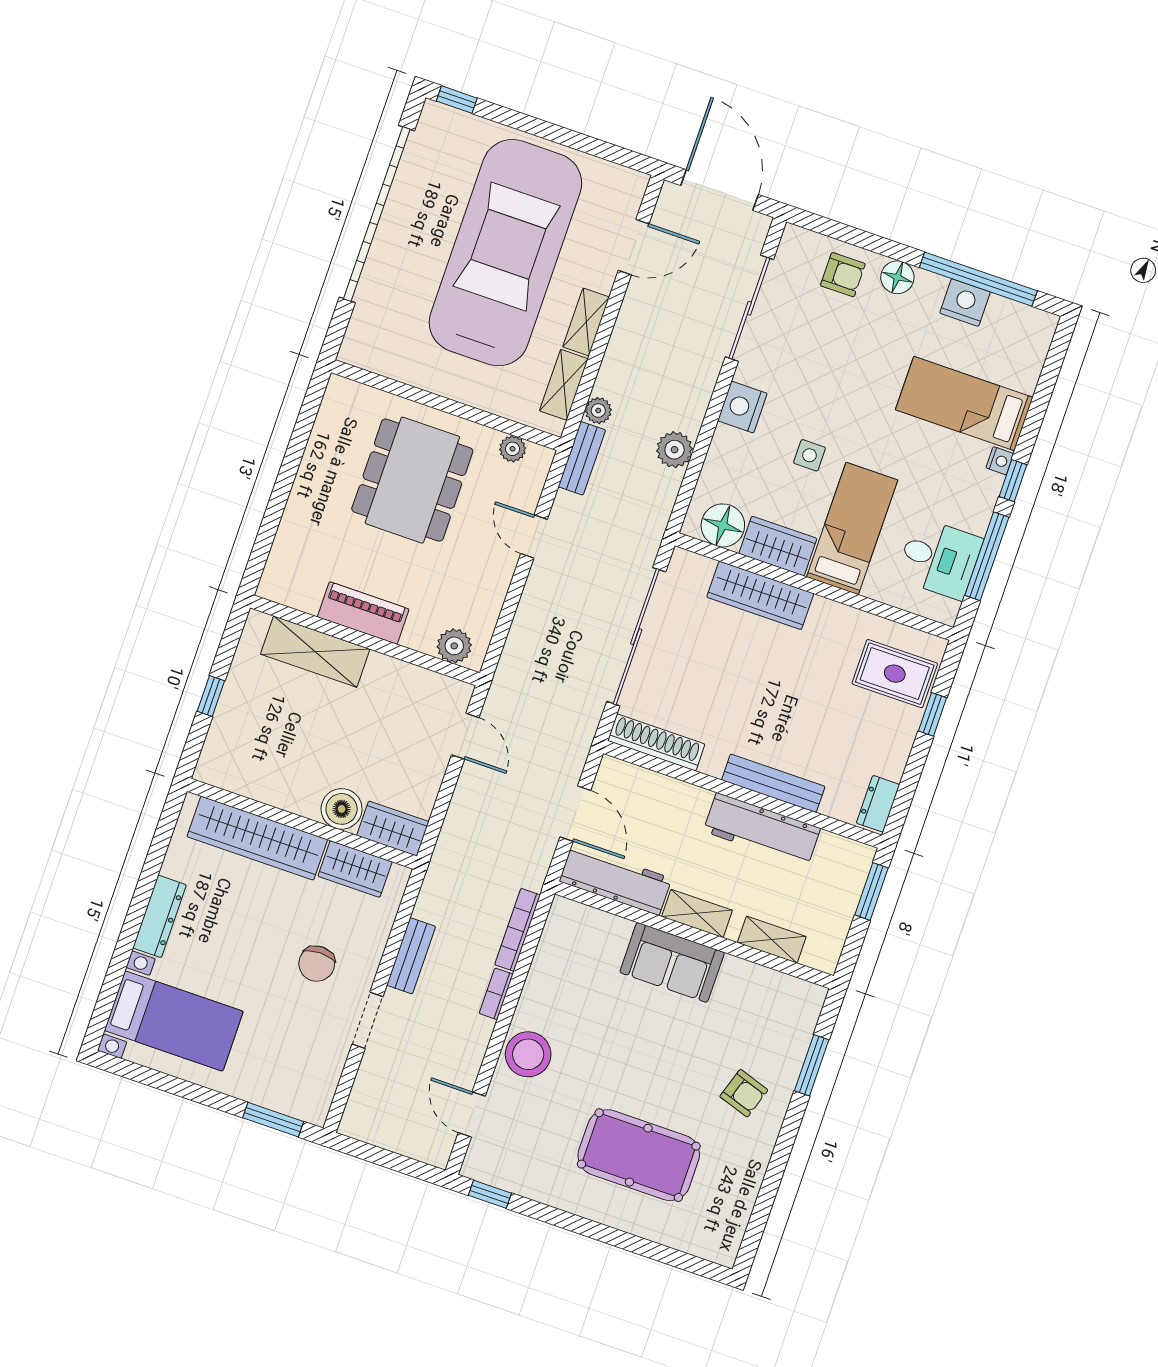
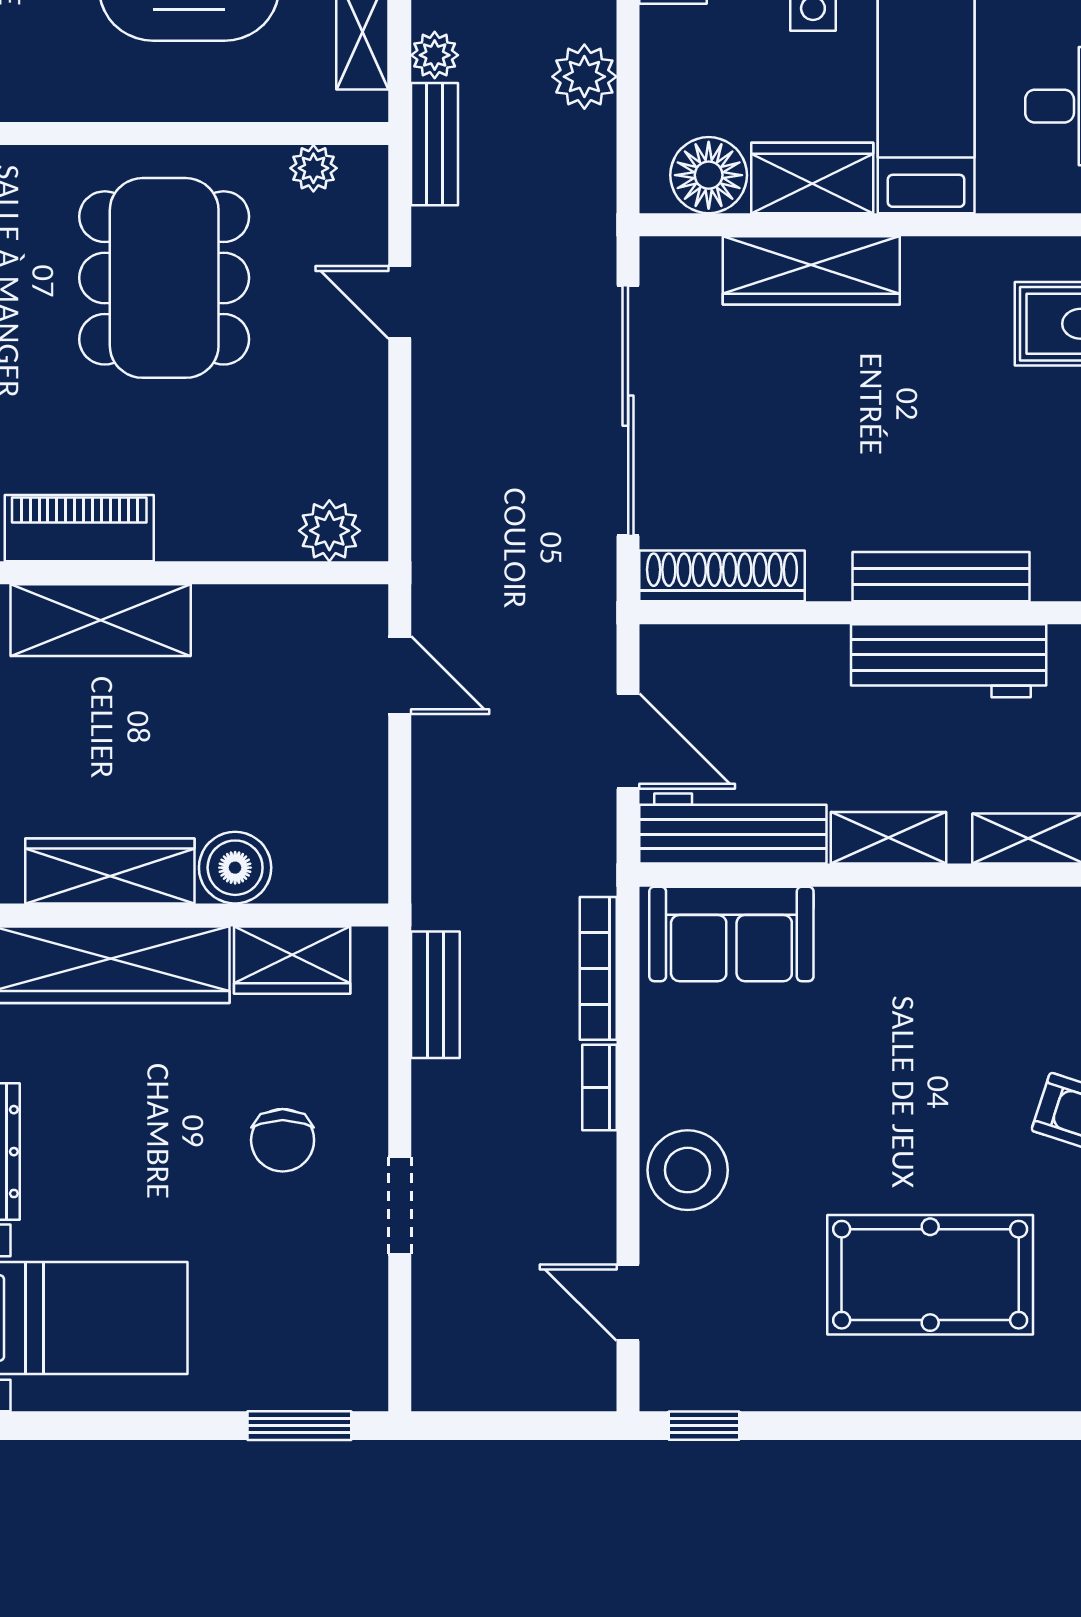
piano: (363, 613) -> (79, 528), moved
wardrobe: (393, 829) -> (110, 871), moved, width x1.50
bench: (411, 956) -> (435, 995), moved
sofa: (672, 962) -> (731, 934), moved

